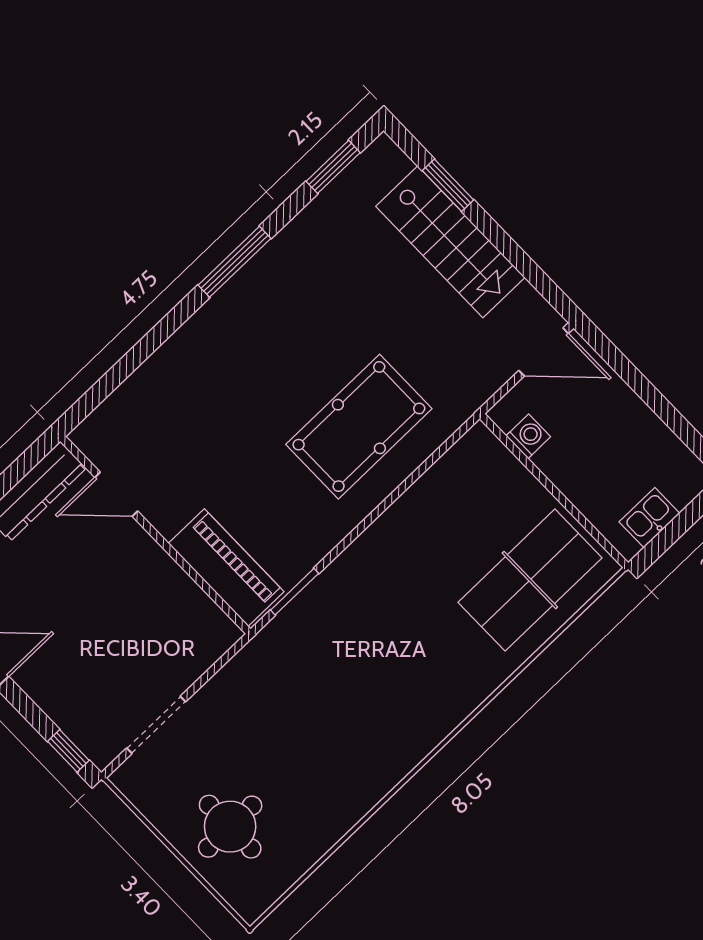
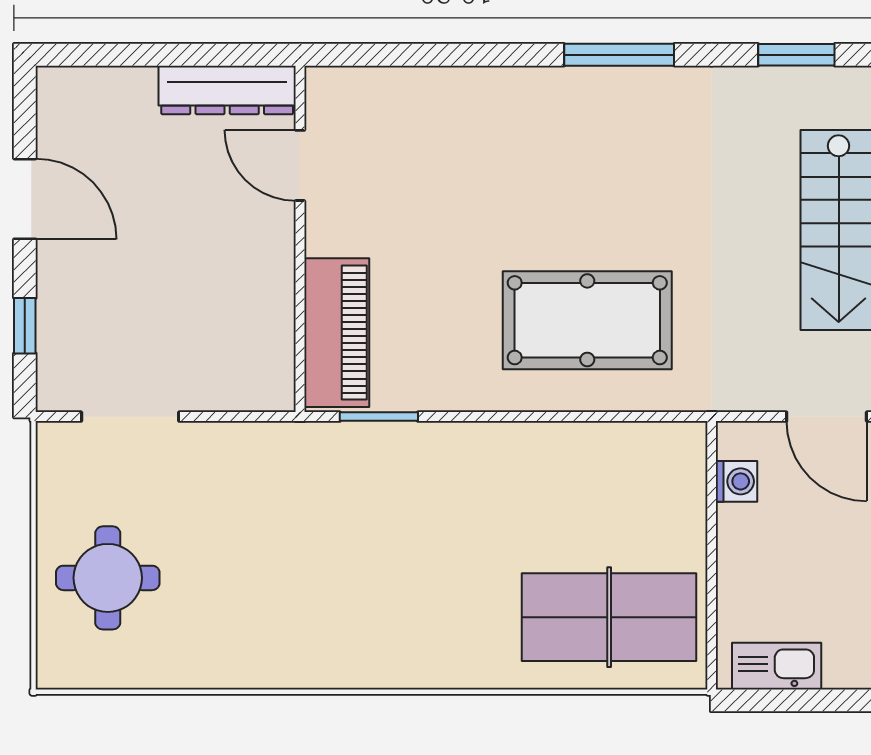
kitchen sink: (649, 518) -> (777, 666), width x1.38
window: (68, 751) -> (25, 326), moved

